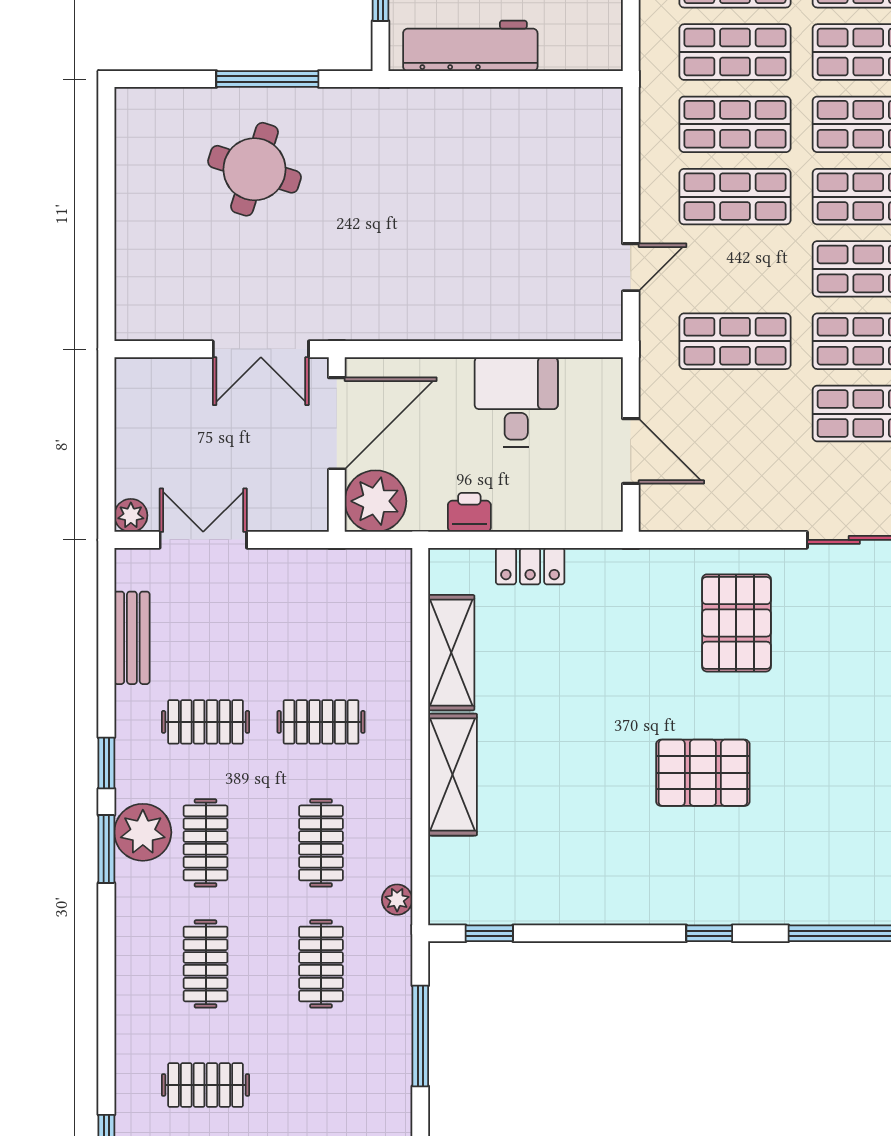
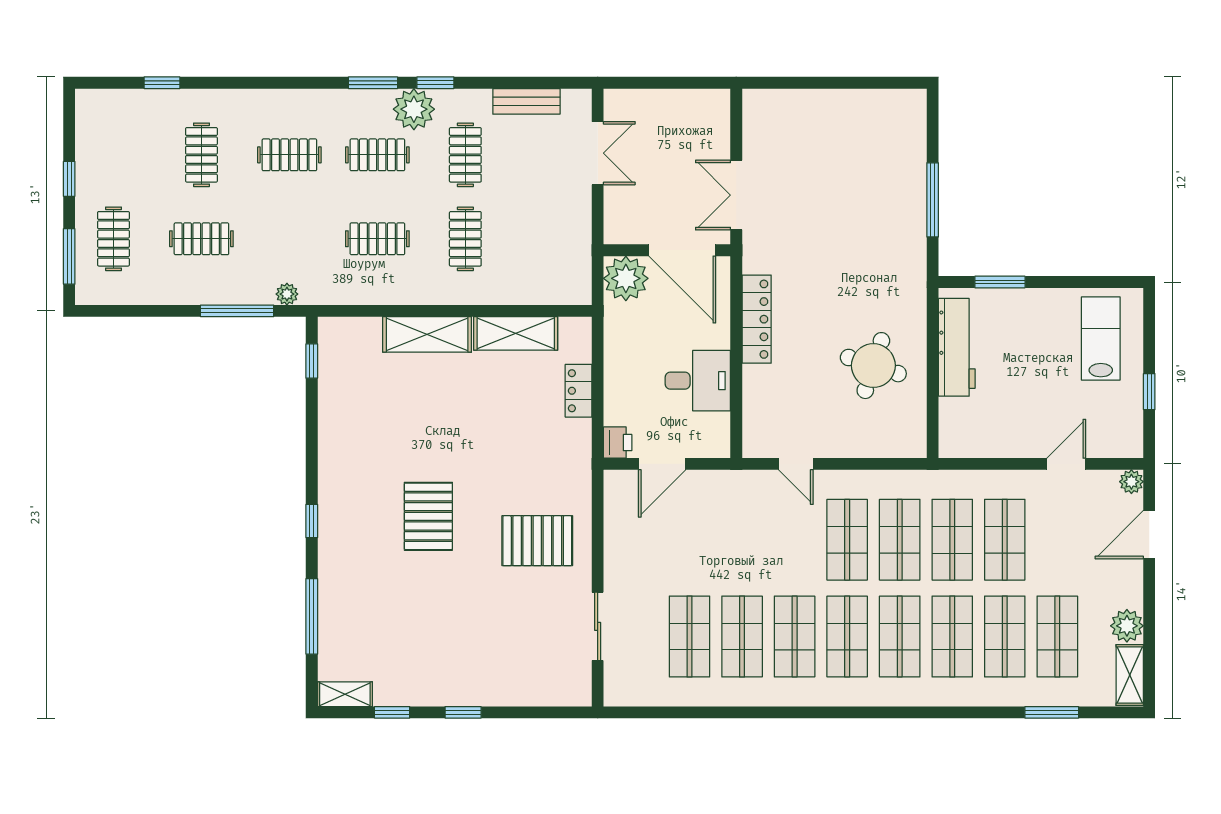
round table: (254, 169) -> (873, 366), moved
locker: (432, 321) -> (757, 319), added
shop shelf: (735, 341) -> (742, 540), removed
printer: (469, 512) -> (618, 443), moved
plant: (131, 515) -> (615, 101), removed
plant: (143, 832) -> (414, 109), moved
plant: (397, 900) -> (287, 294), moved
clothes rail: (321, 964) -> (201, 239), moved

